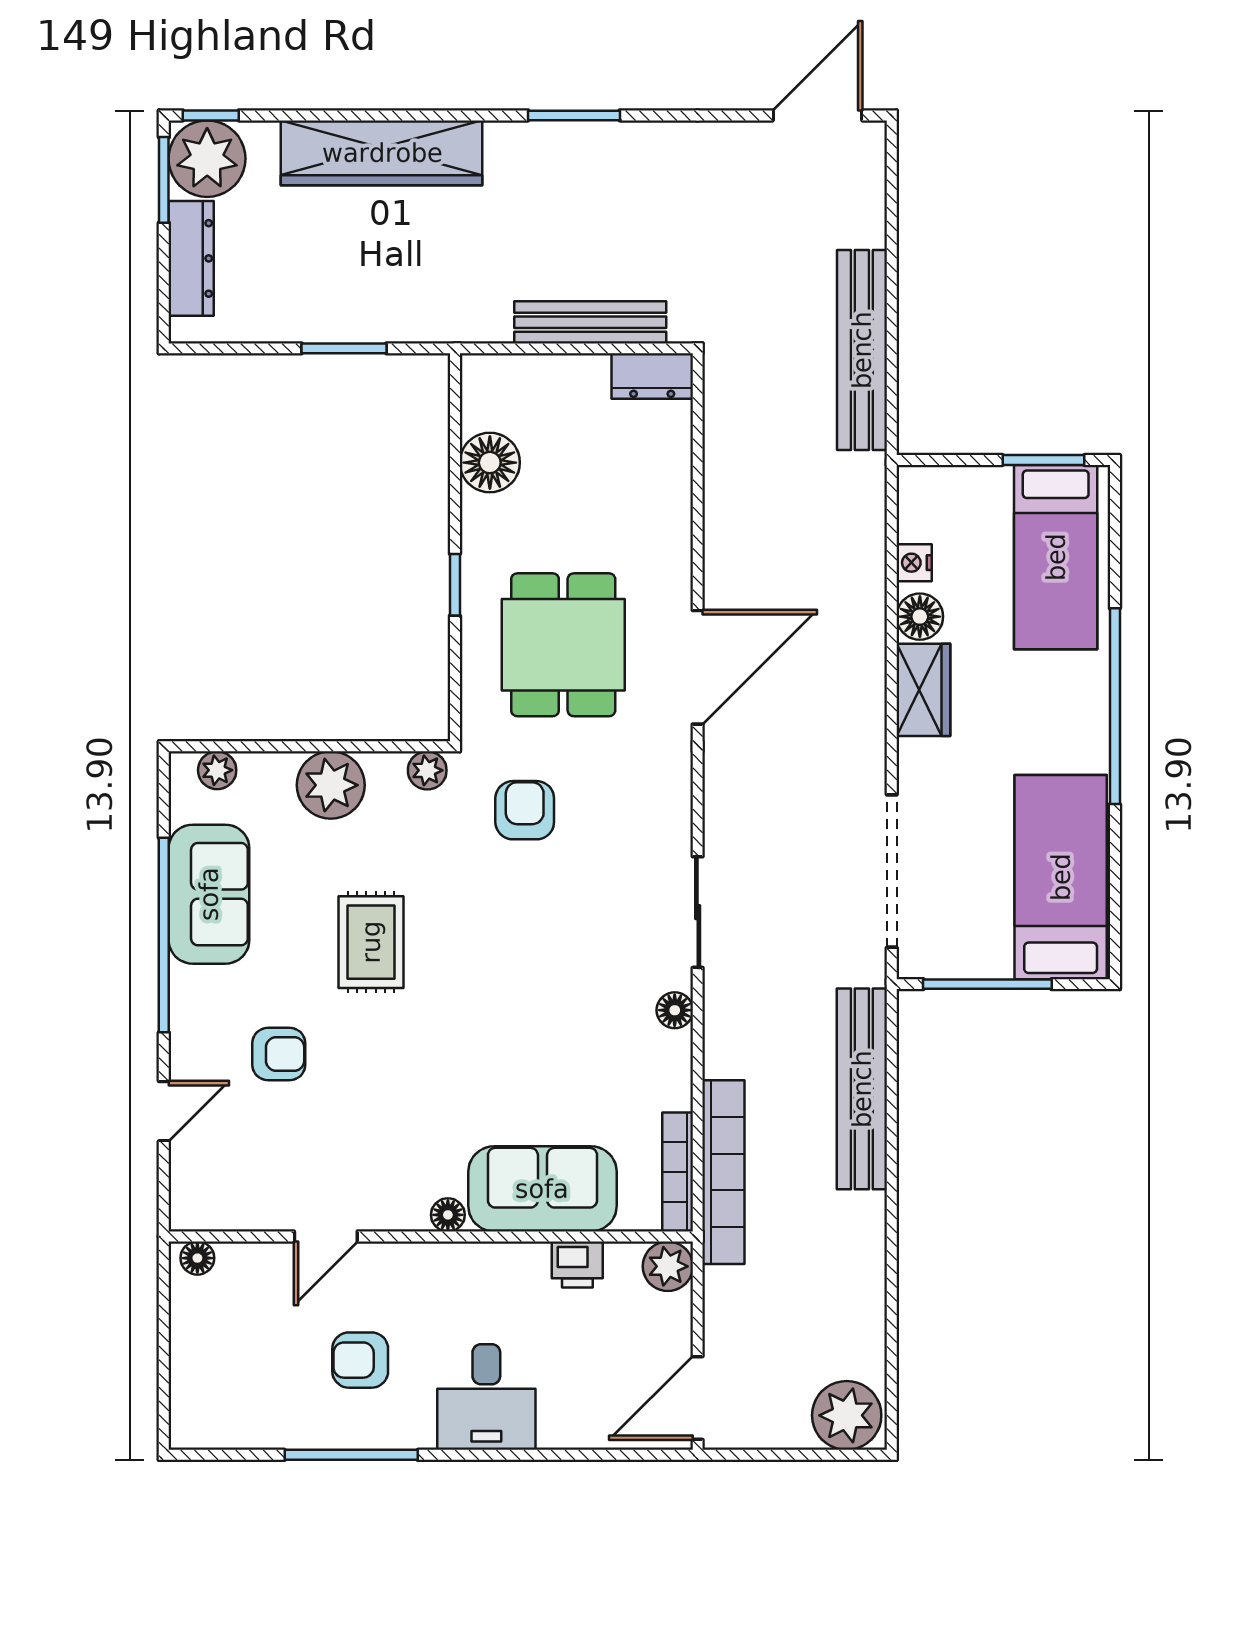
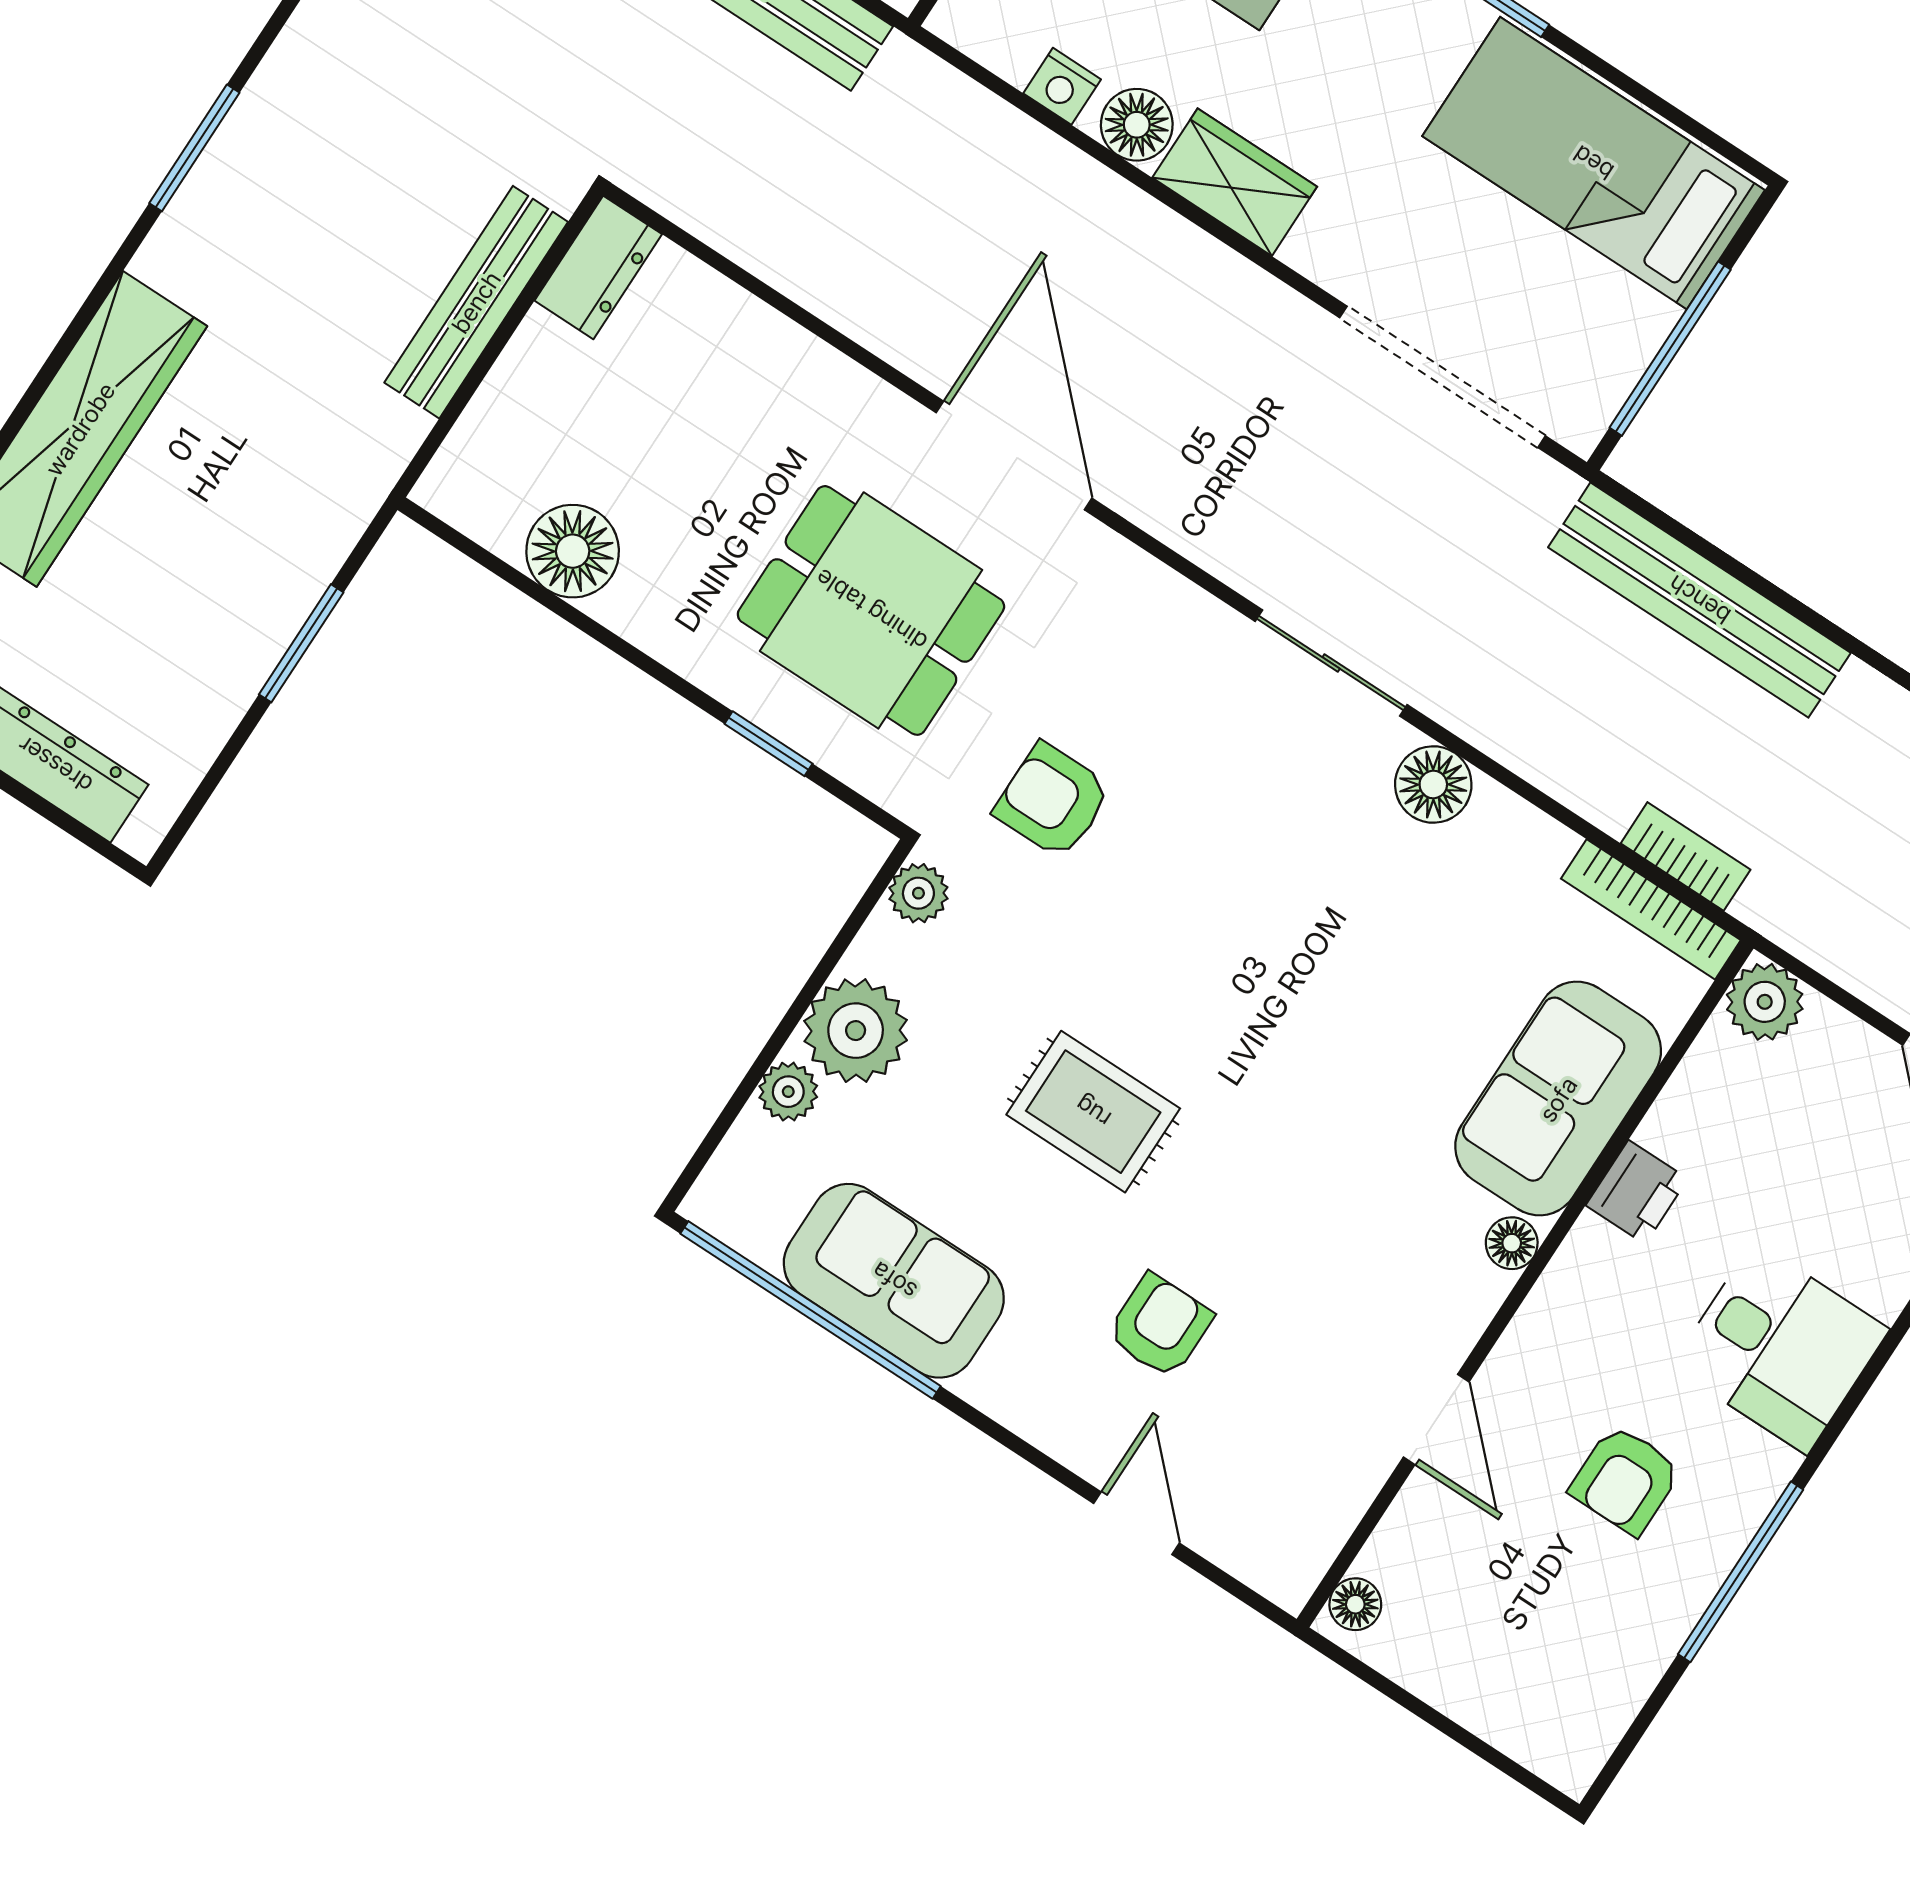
window: (455, 585) -> (769, 744), moved
plant: (217, 770) -> (788, 1092), moved
window: (164, 935) -> (811, 1310), moved
floor lamp: (675, 1010) -> (1433, 785), width x1.37, depth x1.37
bookcase: (723, 1172) -> (1686, 856), width x0.43, depth x0.76
printer: (577, 1264) -> (1637, 1192), moved

